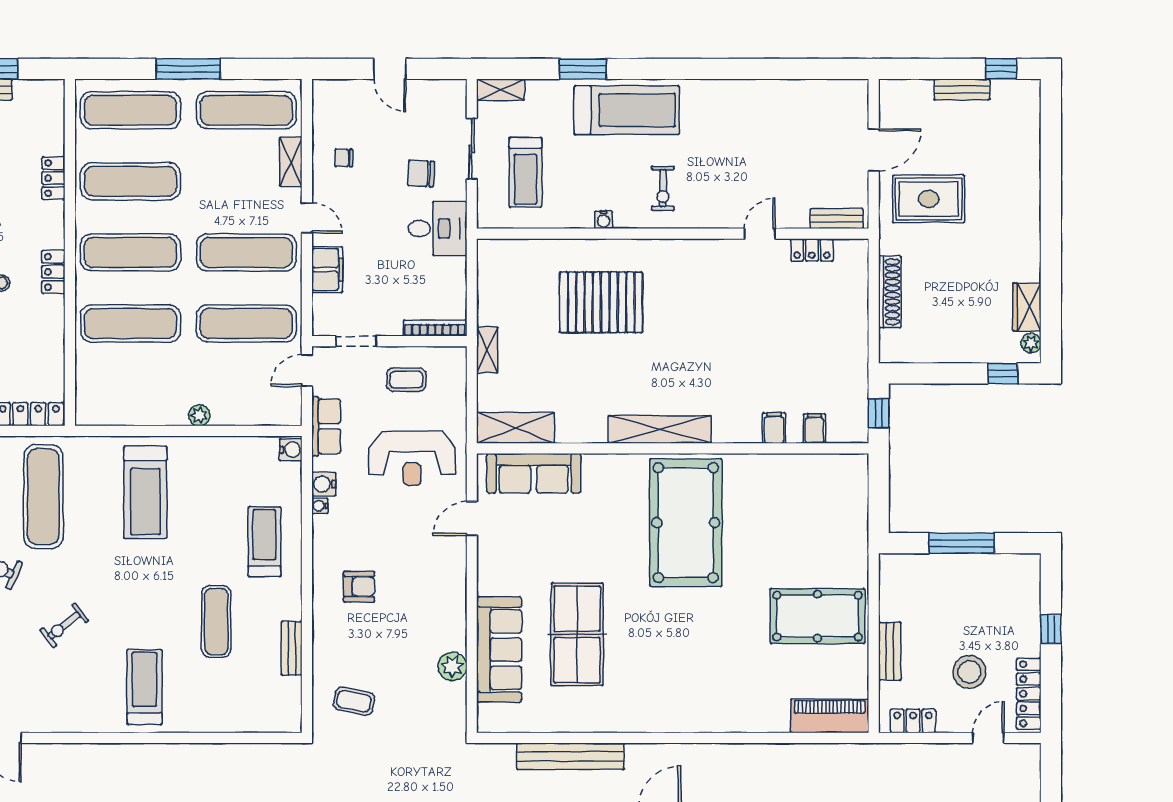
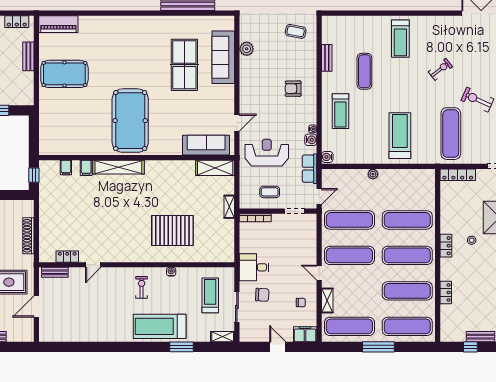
filing cabinet: (327, 270) -> (305, 334), moved, turned 90
shelving: (660, 429) -> (118, 167), moved

